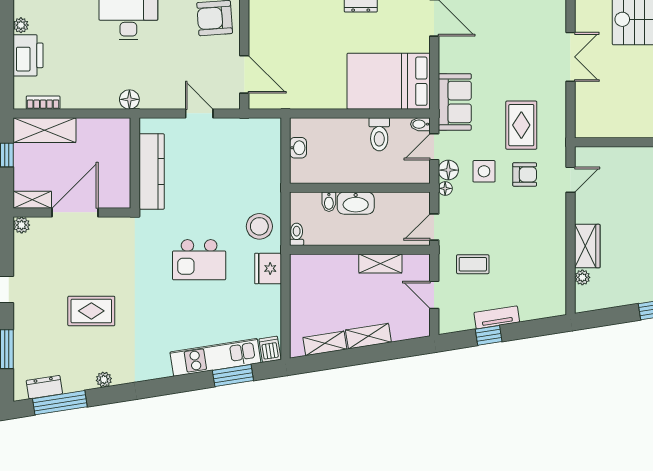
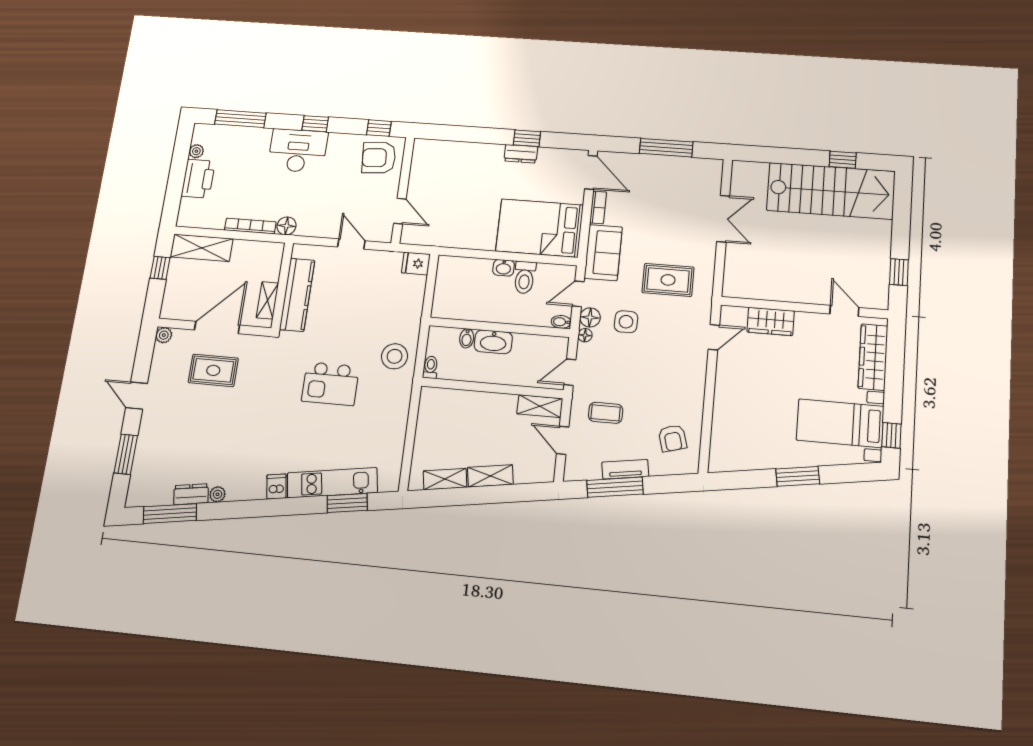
bookcase: (445, 55) -> (598, 207), added
door: (244, 74) -> (400, 211), width x0.73
bookcase: (43, 103) -> (250, 226), moved, width x1.56
bidet: (420, 124) -> (561, 322), moved
rug: (521, 125) -> (668, 280), turned 90
washbasin: (298, 148) -> (504, 268), moved, turned 90
armchair: (525, 174) -> (673, 438), moved, turned 74
shelving: (32, 200) -> (267, 300), moved, turned 90
wardrobe: (587, 246) -> (771, 321), moved, turned 90
shelving: (380, 263) -> (540, 406), moved
fridge: (268, 268) -> (416, 264), moved, width x0.72
plant: (582, 277) -> (718, 437), removed
rug: (91, 311) -> (213, 370), moved
window: (489, 335) -> (615, 487), width x2.17
dishwasher: (270, 349) -> (276, 486), moved
dresser: (44, 387) -> (191, 494), moved

